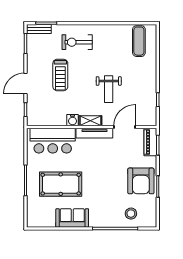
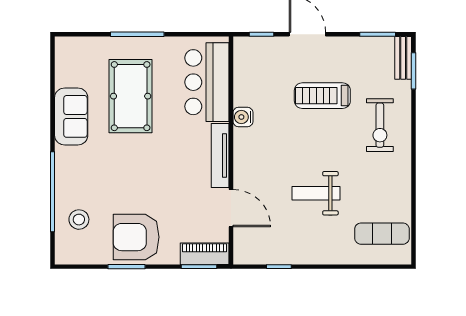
exercise bike: (77, 42) -> (380, 125), turned 180
weight bench: (109, 89) -> (316, 193), moved
shelving: (90, 121) -> (242, 148), removed

